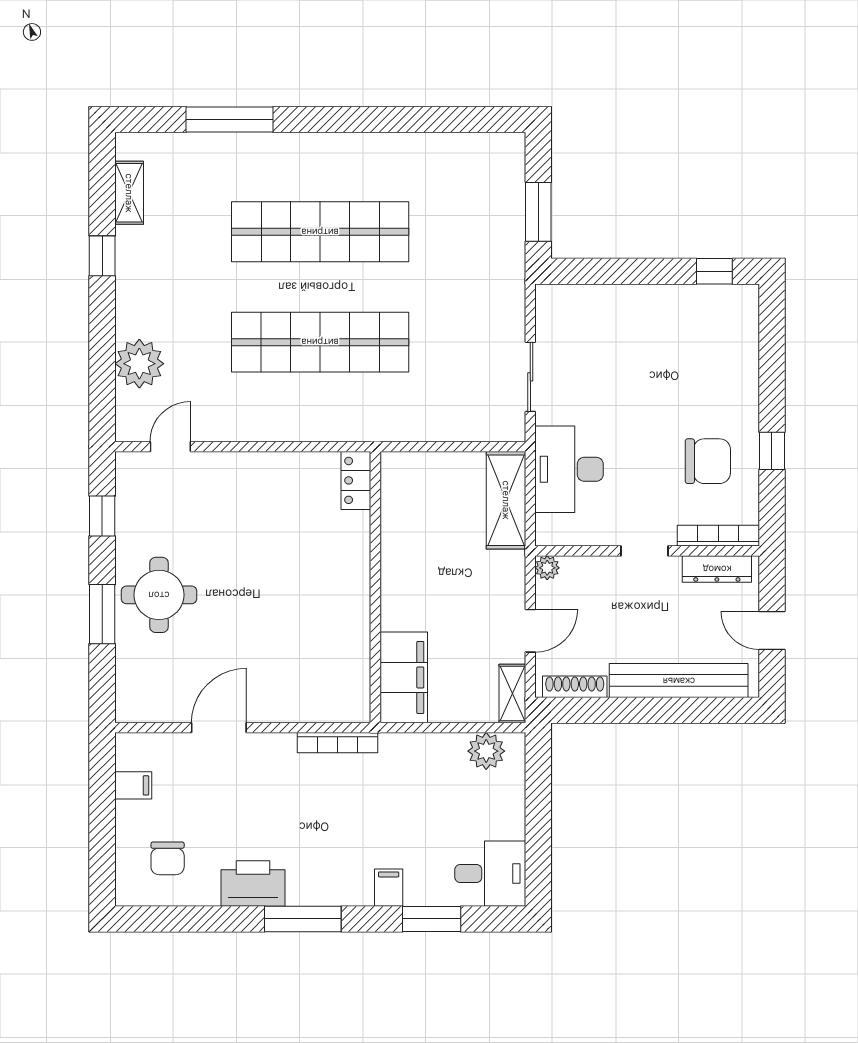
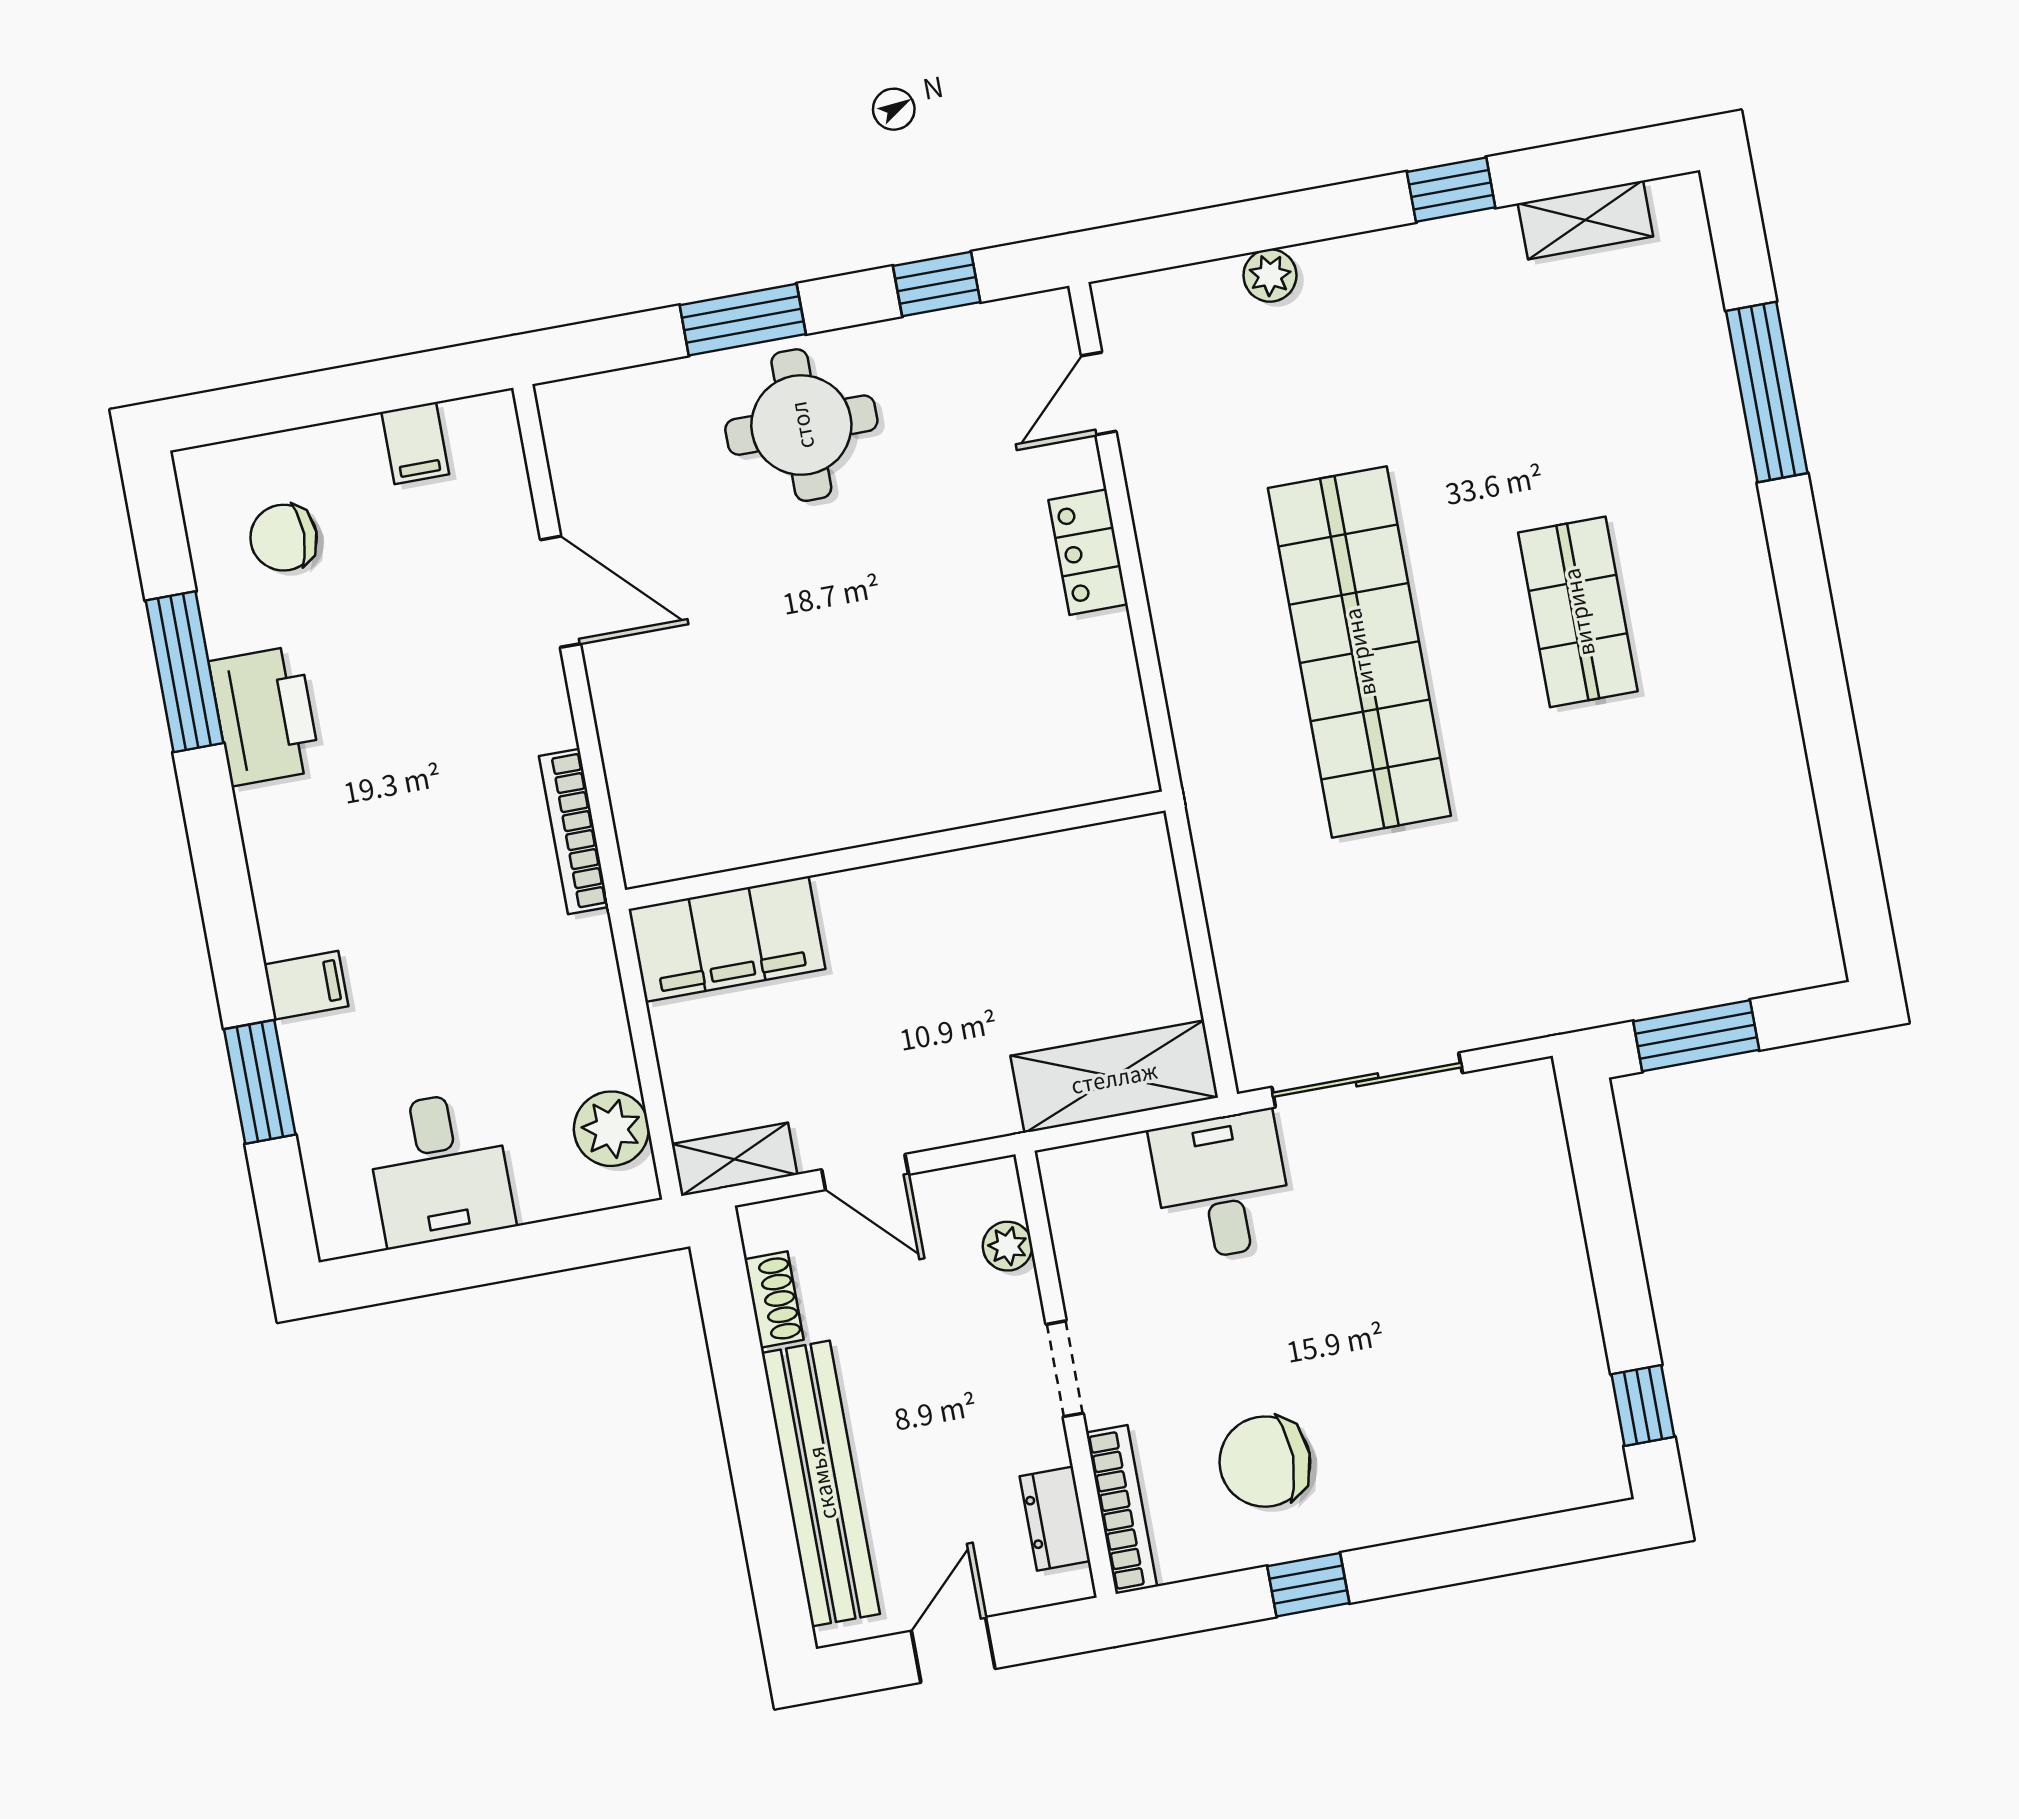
shop shelf: (320, 232) -> (1578, 612), width x0.50, depth x0.74
plant: (139, 364) -> (1270, 275), width x0.53, depth x0.53
sliding door: (530, 377) -> (1367, 1080), width x1.37
door: (170, 447) -> (1099, 394), swing flipped
chair: (708, 461) -> (1265, 1462), turned 90
desk: (569, 469) -> (1222, 1186), width x0.73
locker: (356, 480) -> (1088, 552), moved, turned -90
plant: (547, 568) -> (1007, 1246), moved
dresser: (717, 569) -> (1055, 1519), width x0.70
shoe rack: (575, 687) -> (774, 1299), width x0.70
desk: (490, 874) -> (440, 1168), moved
window: (303, 919) -> (184, 672), moved

